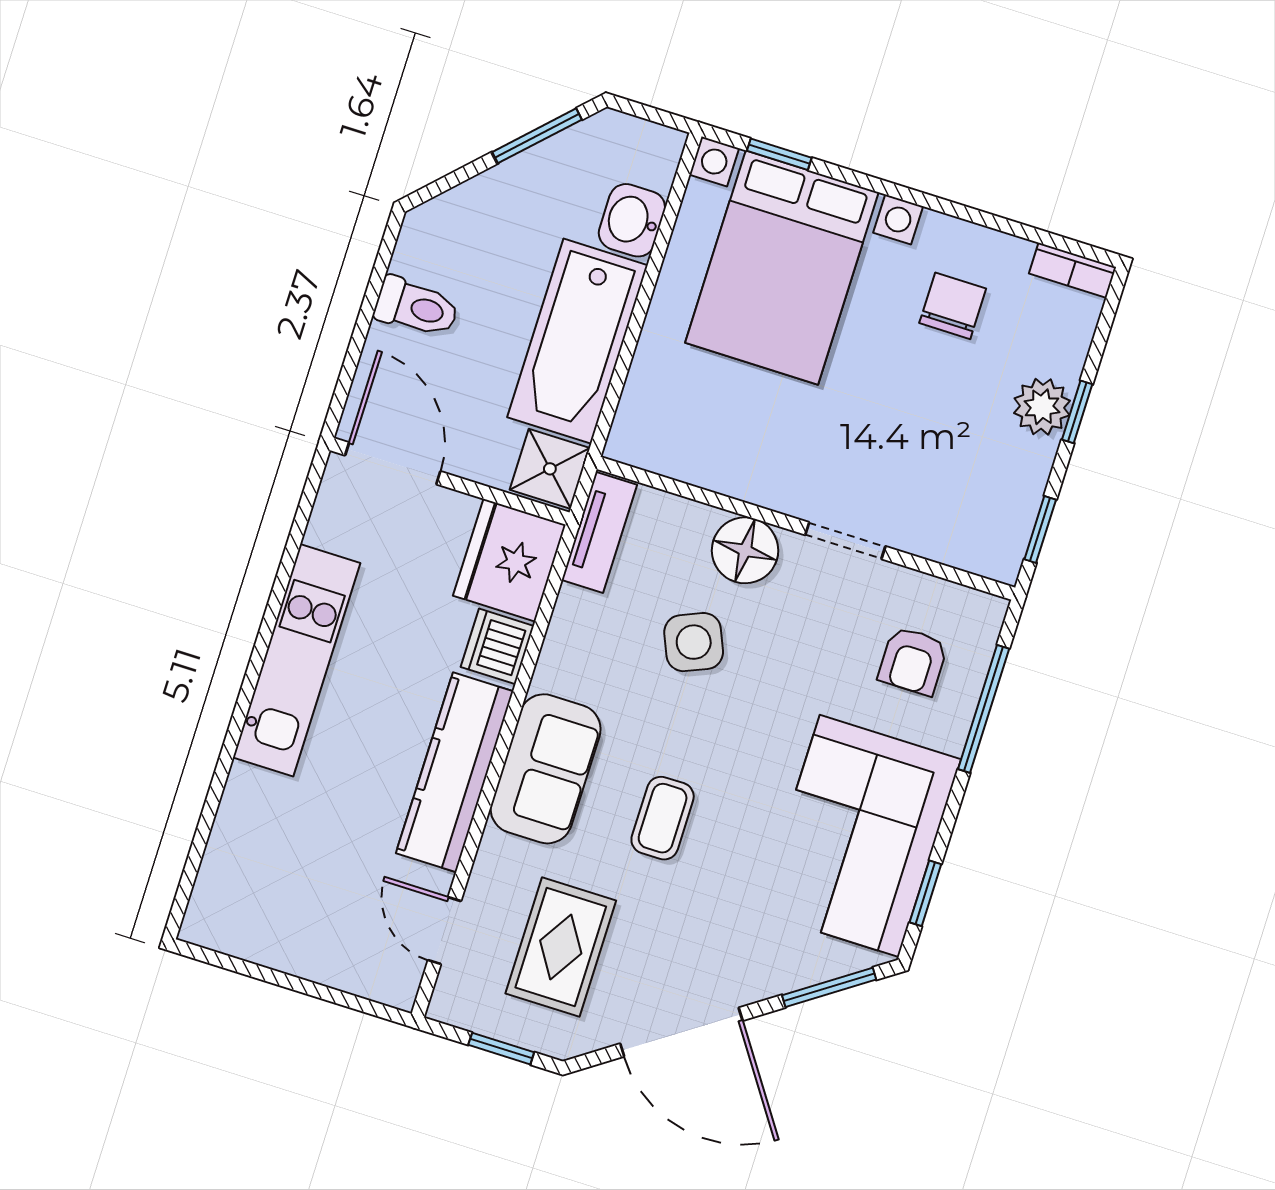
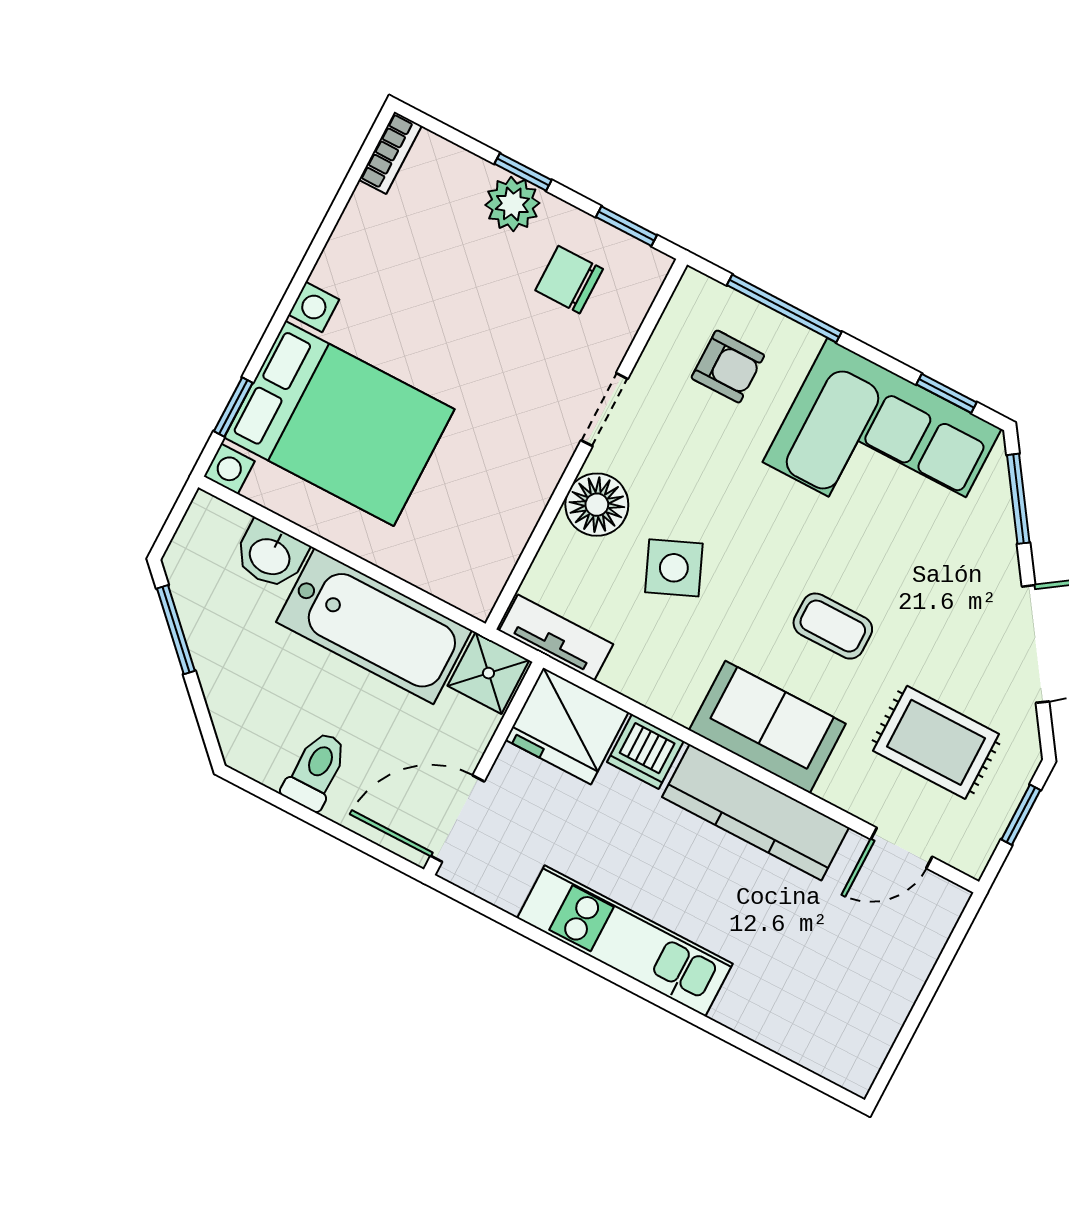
chair: (953, 306) -> (569, 280), moved

